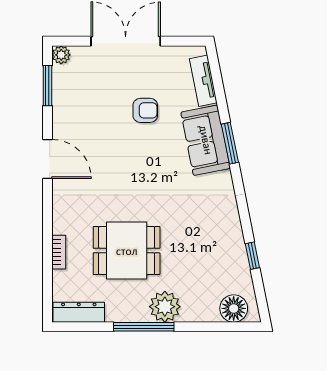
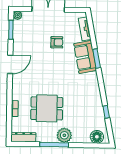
door: (47, 159) -> (10, 64), hinge flipped

